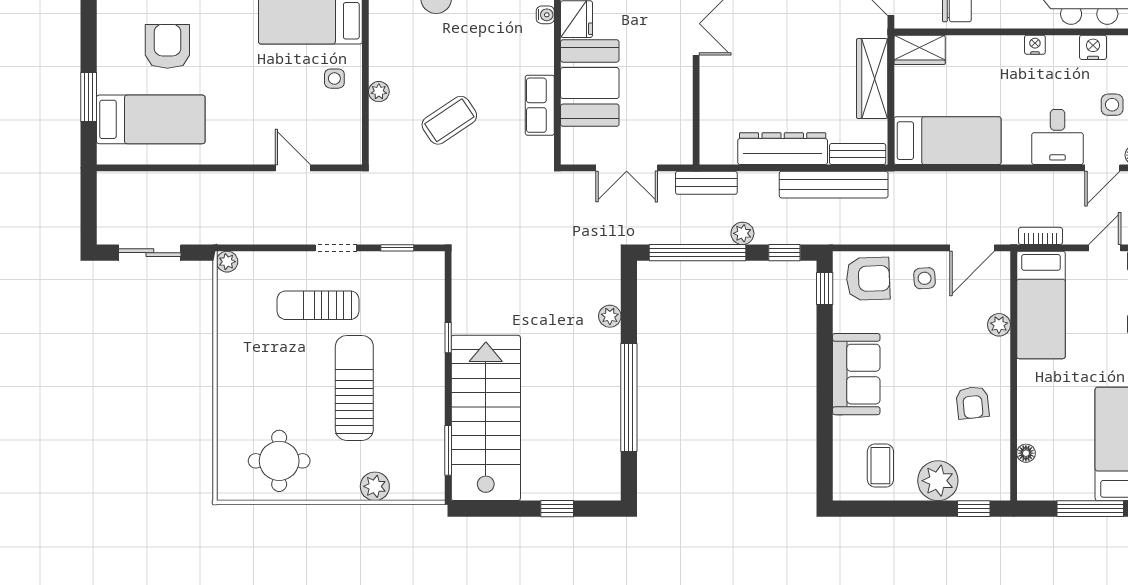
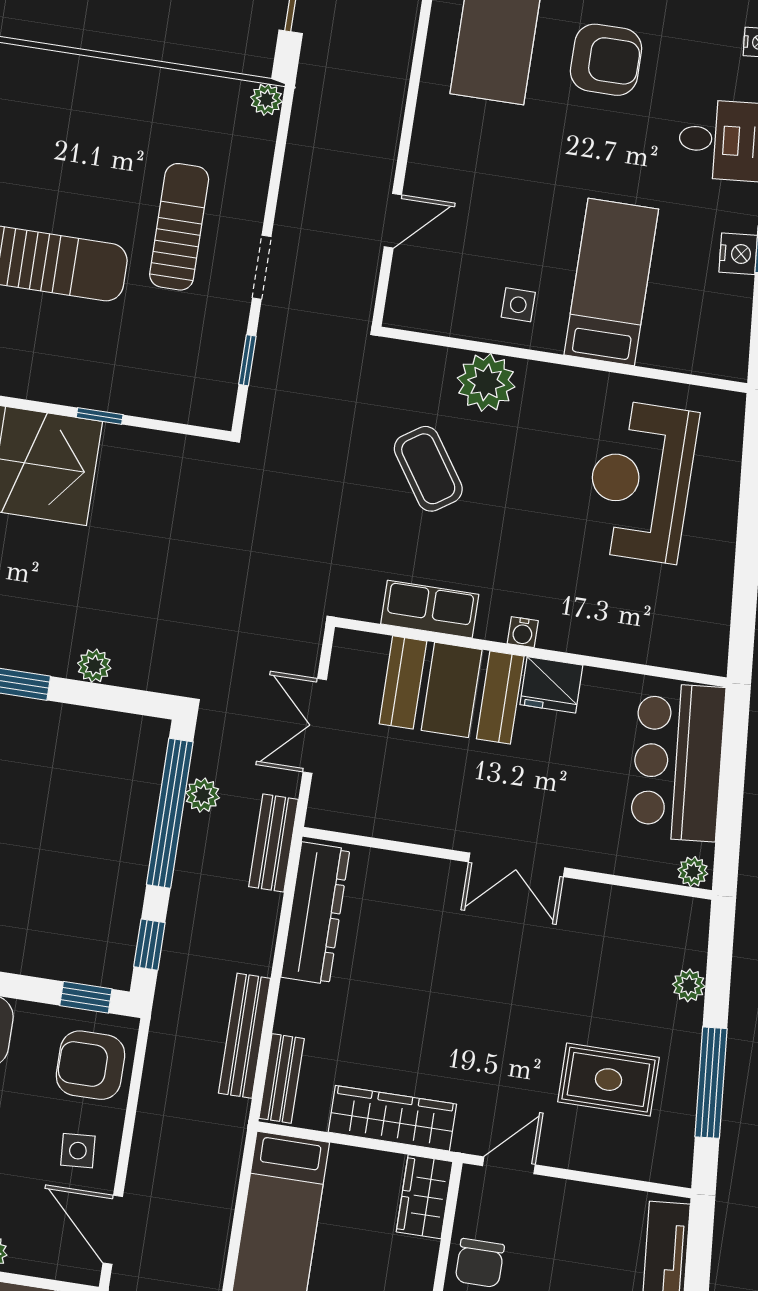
water cooler: (545, 15) -> (523, 632), moved
plant: (379, 92) -> (486, 382), width x1.88, depth x1.88
dresser: (783, 149) -> (315, 913), moved
bench: (834, 185) -> (245, 1036), width x0.73, depth x0.82
plant: (742, 233) -> (203, 795), moved
armchair: (868, 279) -> (91, 1065), turned 92

